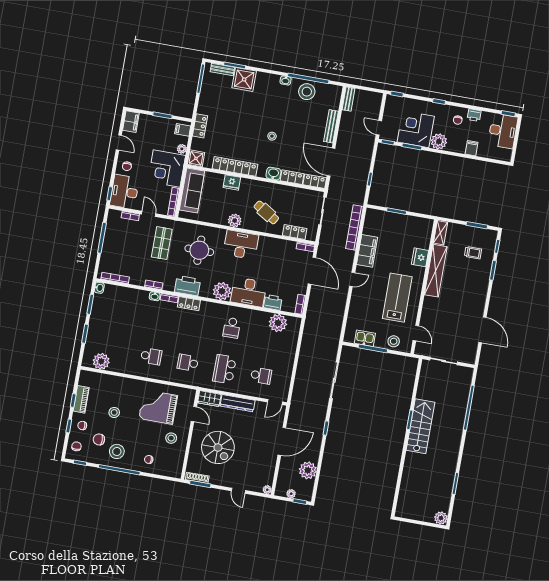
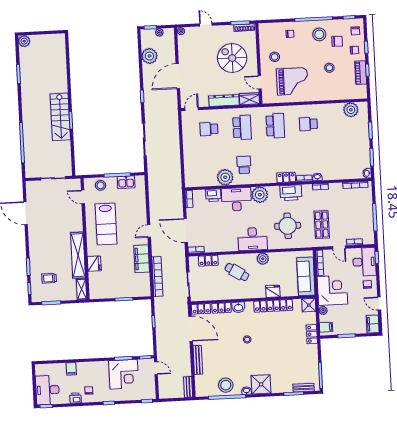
shower: (244, 79) -> (261, 384), moved
plant: (439, 141) -> (101, 368), removed
plant: (278, 323) -> (225, 177), moved
school desk: (188, 363) -> (275, 126), width x1.85

